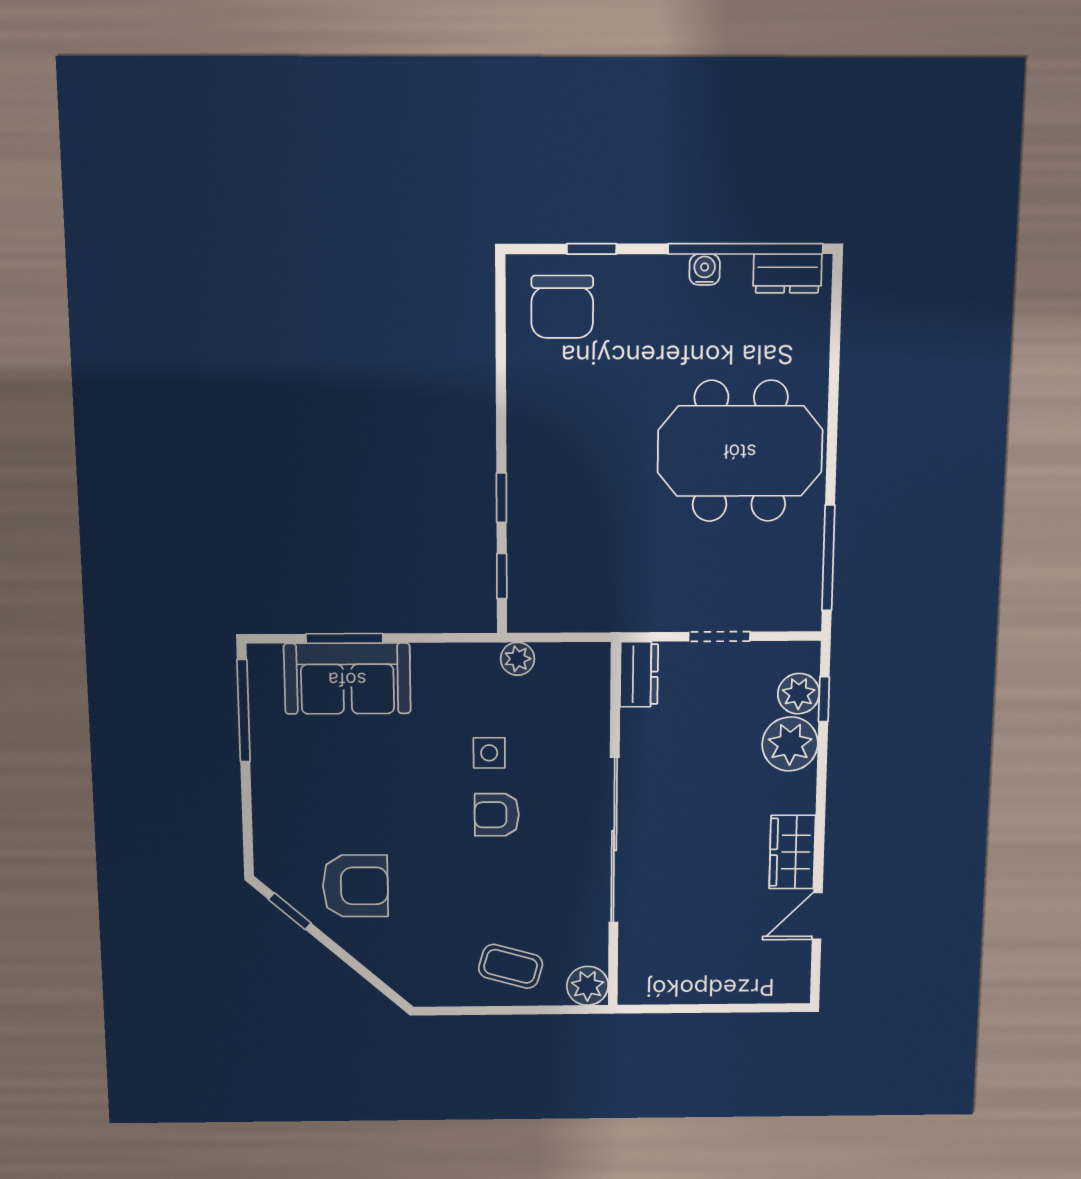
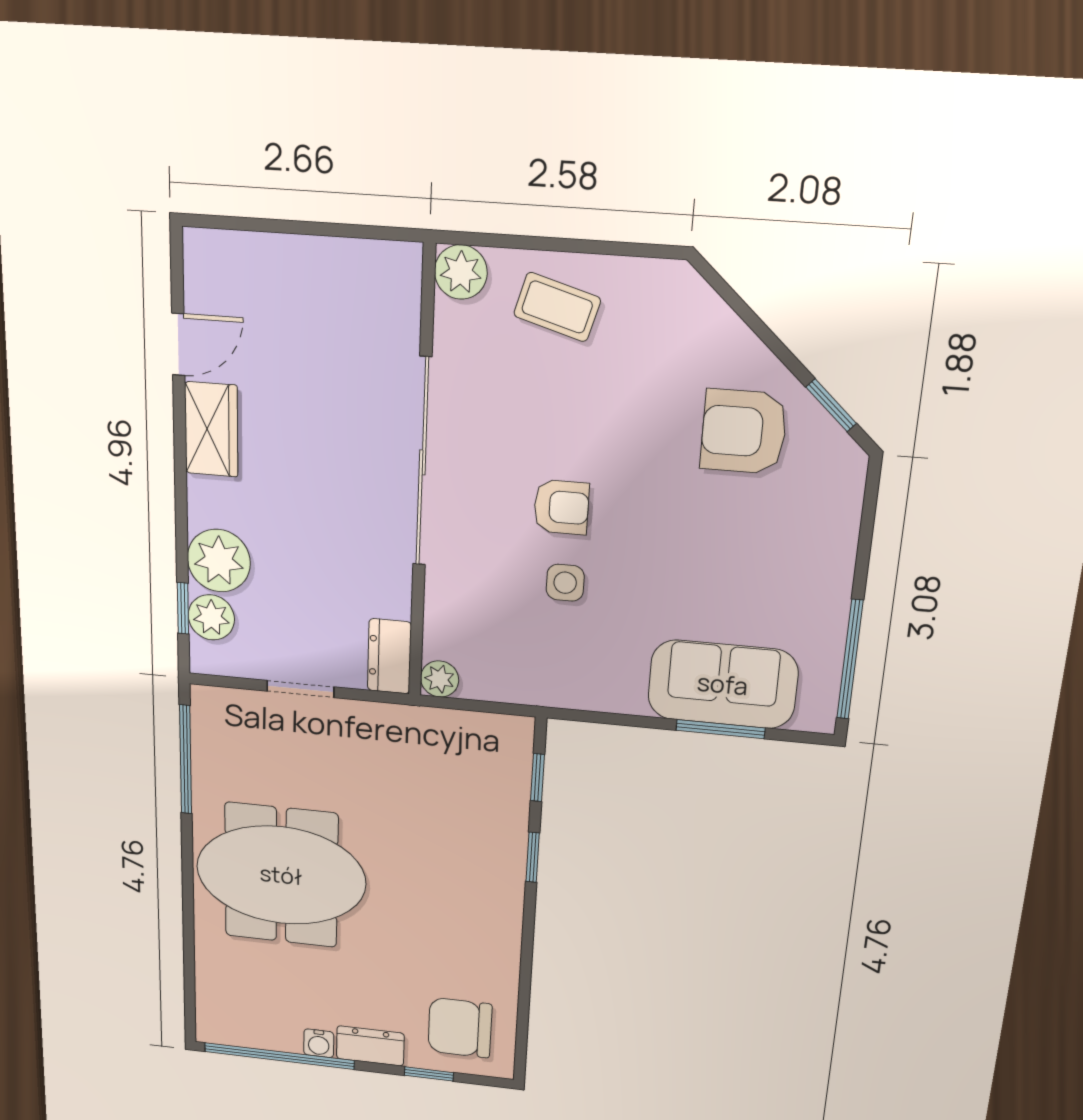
dresser: (787, 273) -> (370, 1046), moved
chair: (562, 307) -> (460, 1028), turned -90
plant: (517, 659) -> (440, 679), moved

